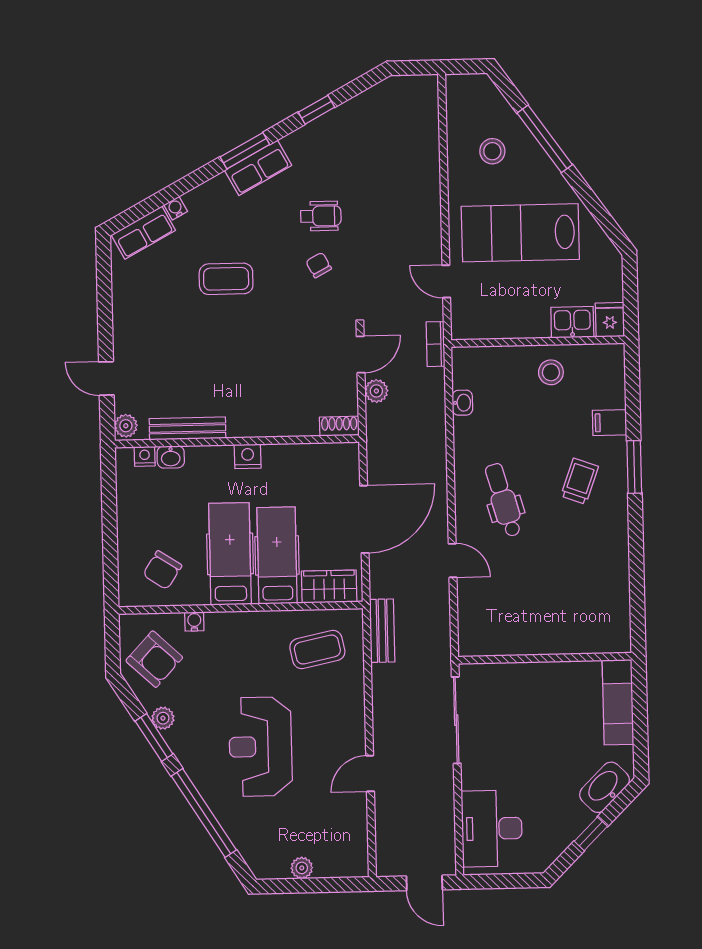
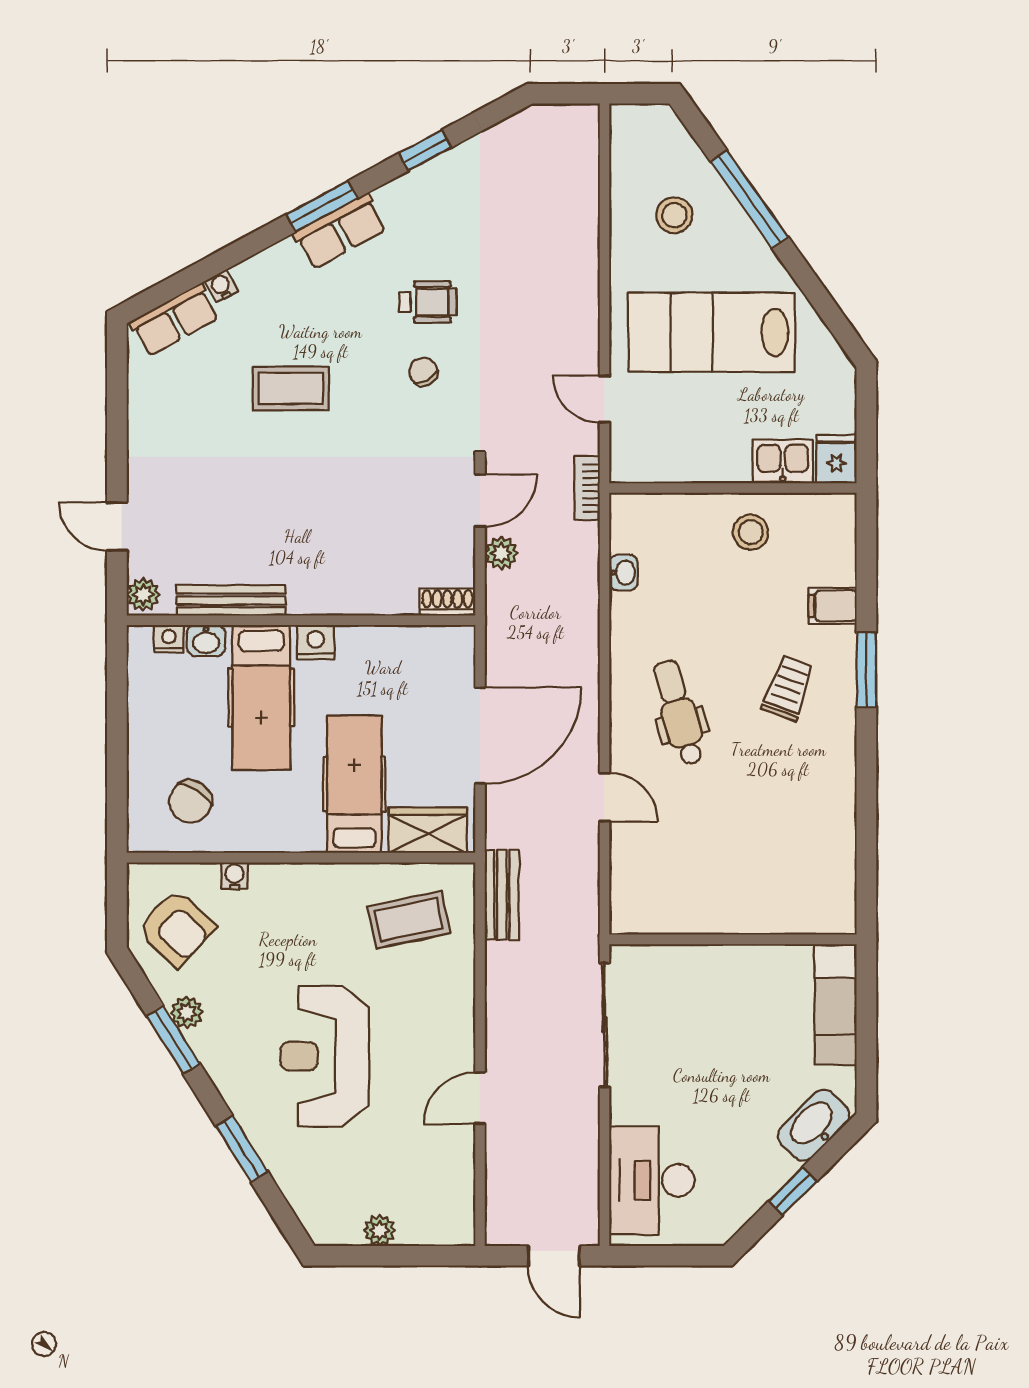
hospital bed: (230, 554) -> (261, 697), moved, turned 180
window: (204, 813) -> (242, 1149), width x0.47

